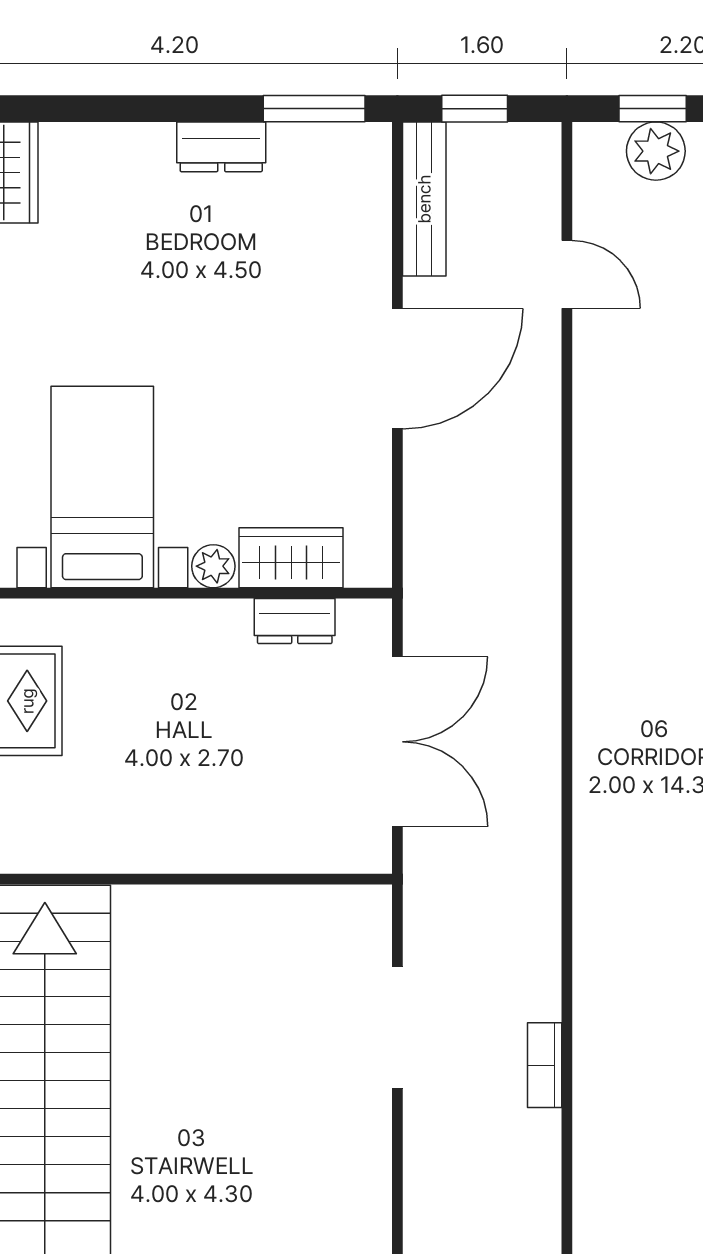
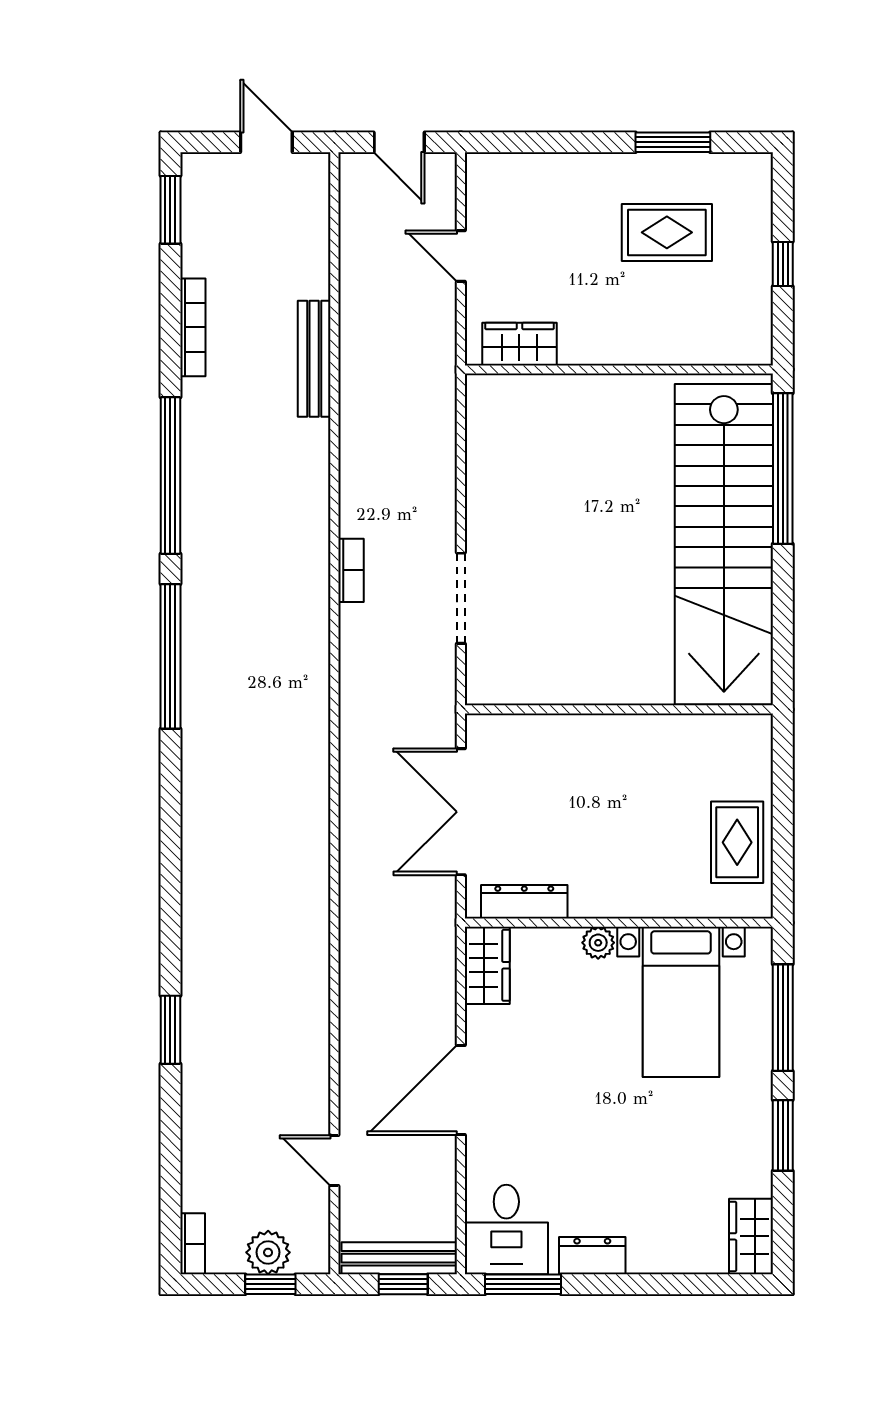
desk: (336, 182) -> (506, 1229), added
bench: (424, 199) -> (399, 1258), moved, turned 90
wardrobe: (291, 558) -> (487, 965), moved, turned -90
dresser: (295, 621) -> (524, 902), width x1.44

